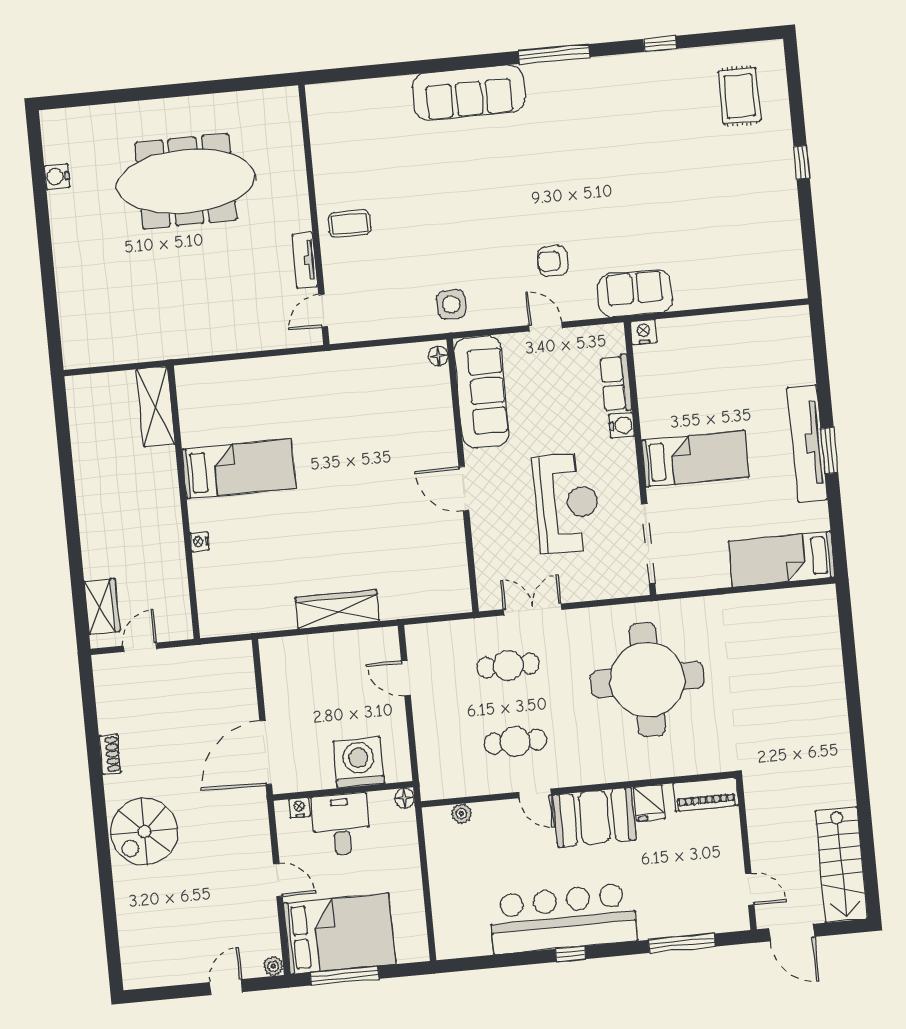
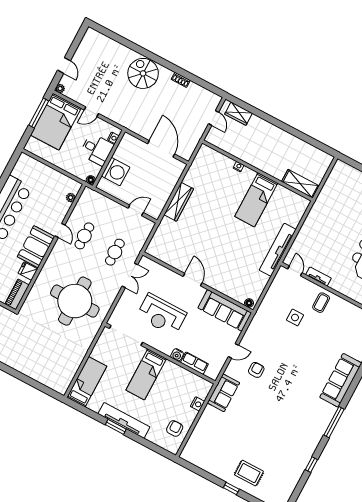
rug: (739, 96) -> (249, 473), moved
side table: (451, 304) -> (295, 317), moved
nightstand: (644, 332) -> (197, 404), moved
armchair: (760, 340) -> (175, 428), added
tv unit: (305, 368) -> (278, 250), added
door: (464, 489) -> (193, 280), hinge flipped
door: (266, 752) -> (161, 149), moved
door: (535, 793) -> (60, 230), swing flipped

